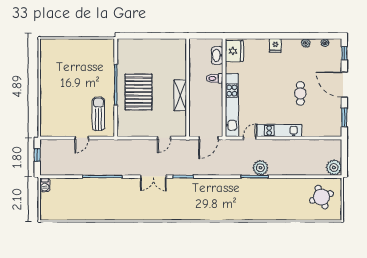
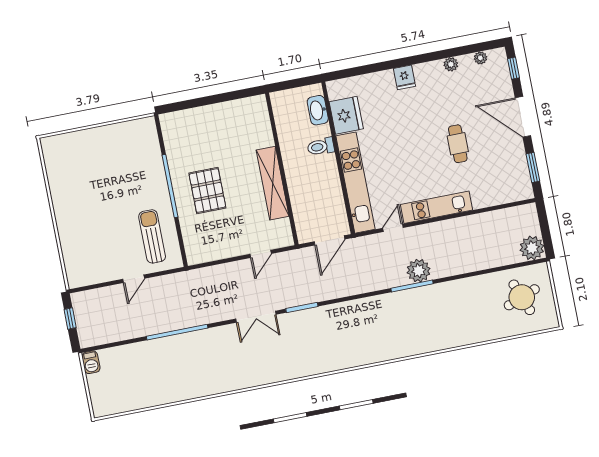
fridge: (234, 51) -> (346, 115), moved
pallet: (138, 92) -> (207, 191), width x0.73, depth x0.71
shelving: (180, 95) -> (273, 183), width x1.47

